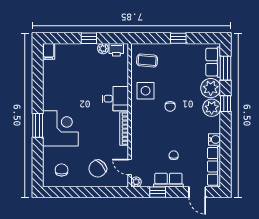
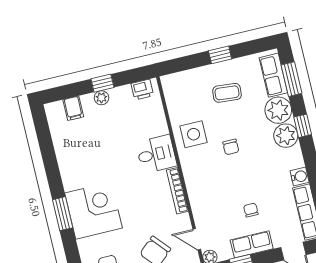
plant: (103, 49) -> (101, 98), moved
filing cabinet: (49, 51) -> (73, 108), moved
coffee table: (147, 60) -> (227, 93), moved

